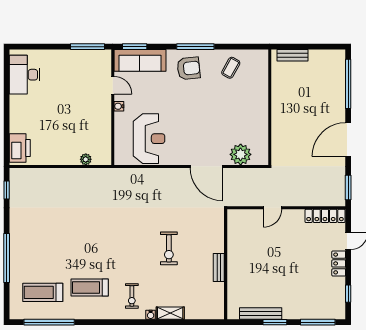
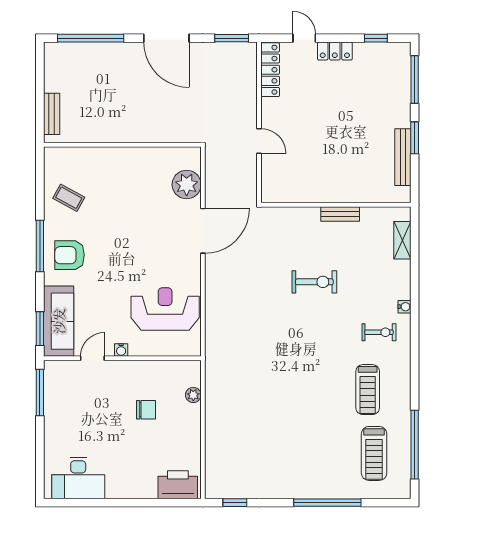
armchair: (189, 68) -> (69, 255), turned -84
chair: (75, 125) -> (146, 410), added
shelving: (170, 313) -> (402, 240), moved

